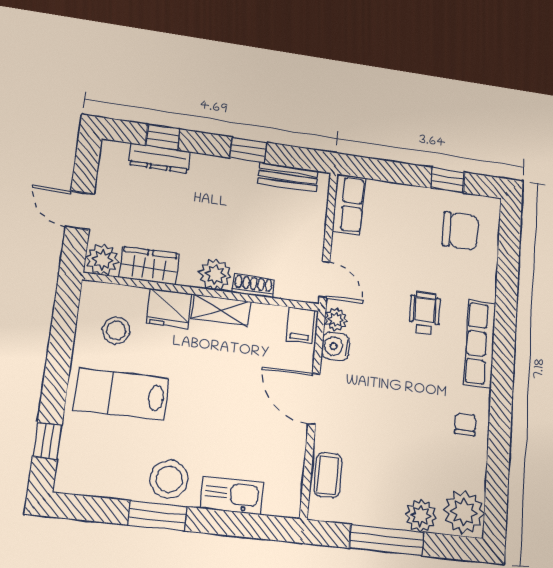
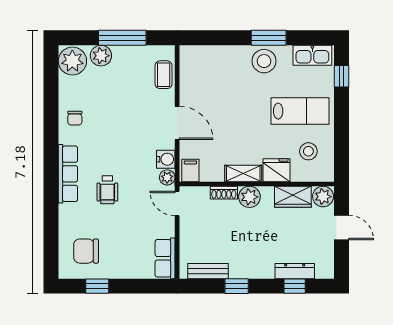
kitchen sink: (232, 495) -> (312, 55), moved

